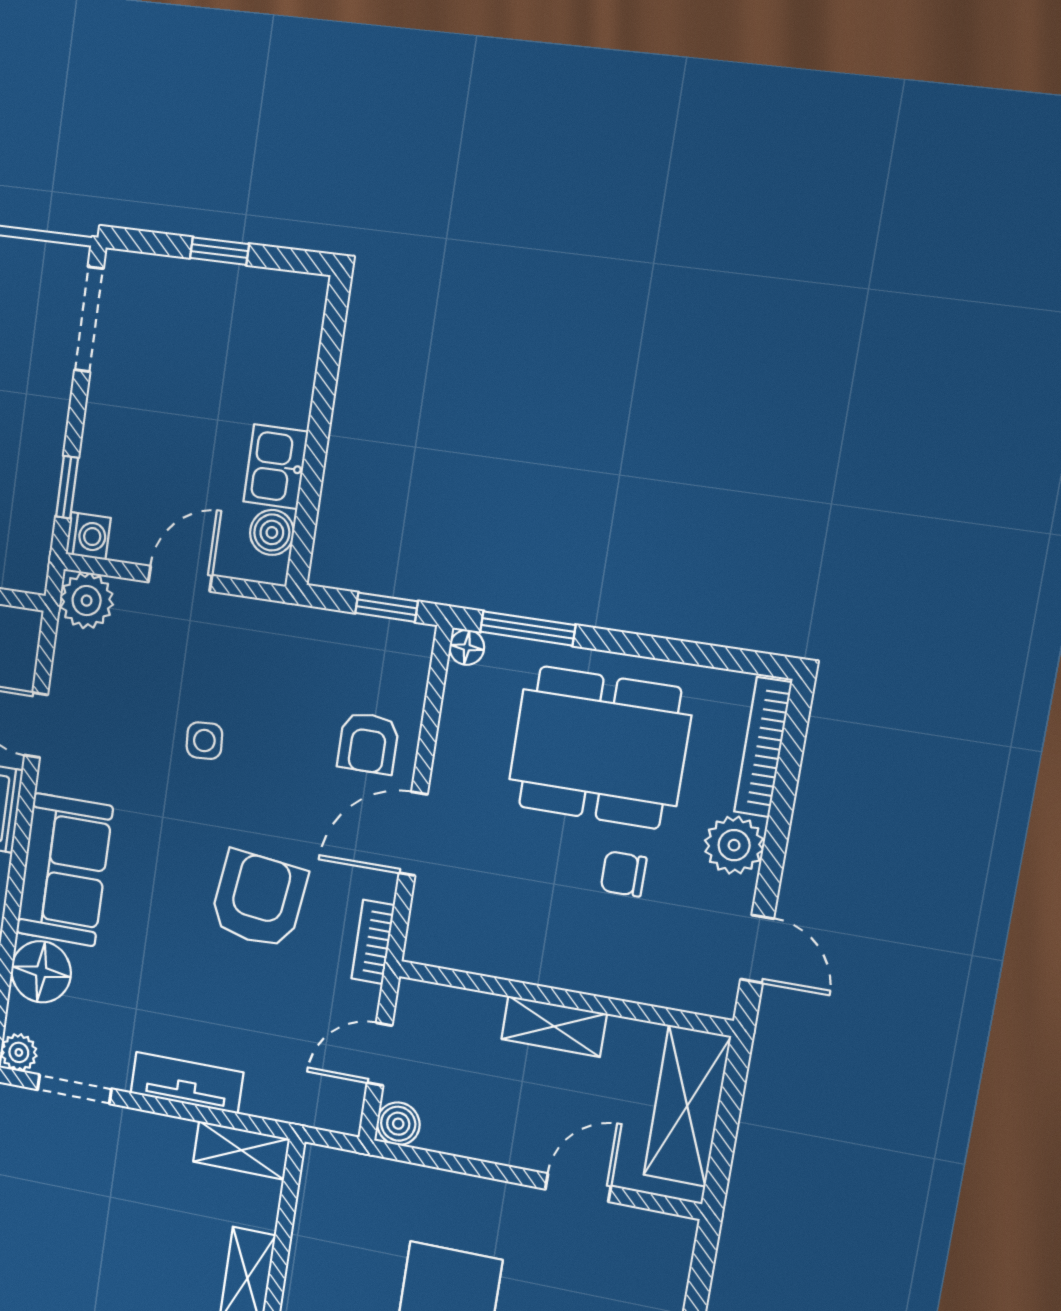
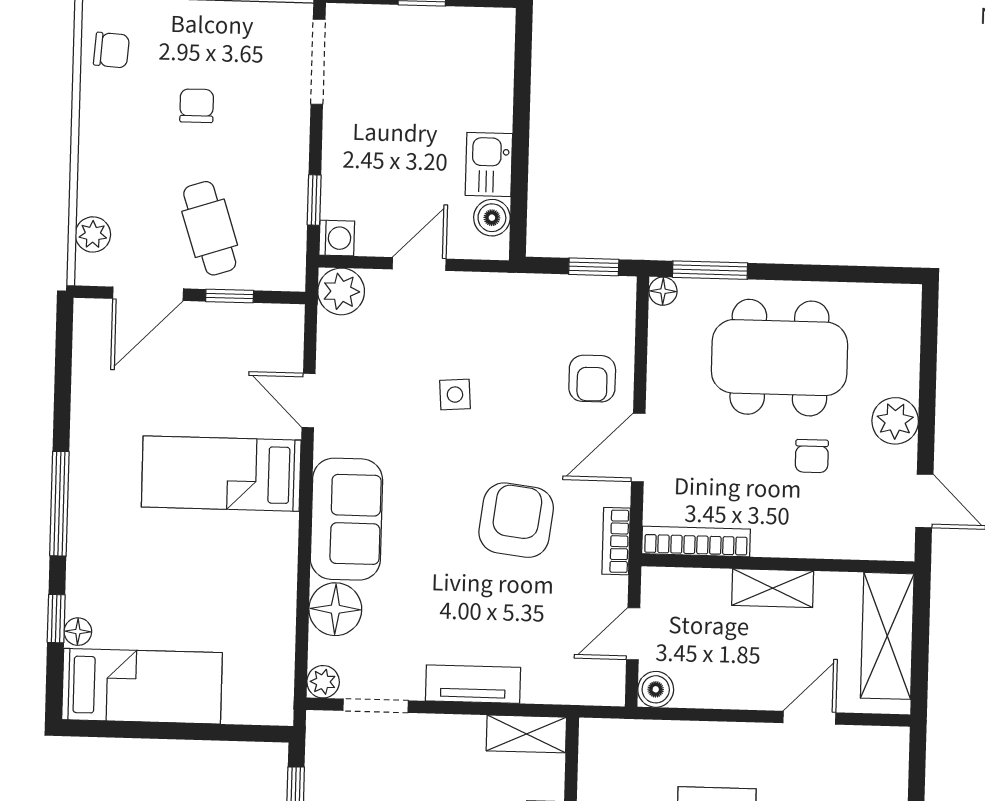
bookcase: (763, 747) -> (696, 541), moved, turned 90
chair: (624, 874) -> (812, 456), turned -90

